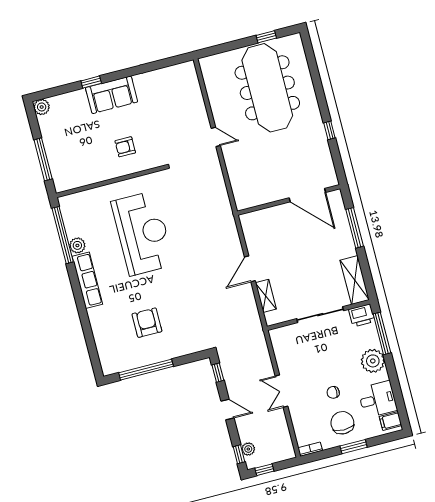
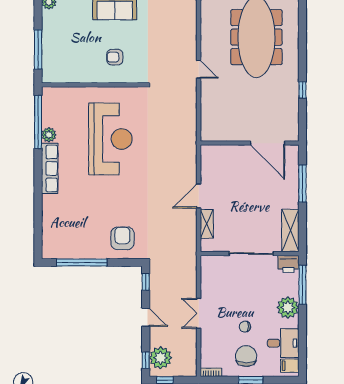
armchair: (147, 323) -> (122, 238), moved
plant: (248, 449) -> (161, 358), width x1.88, depth x1.88

